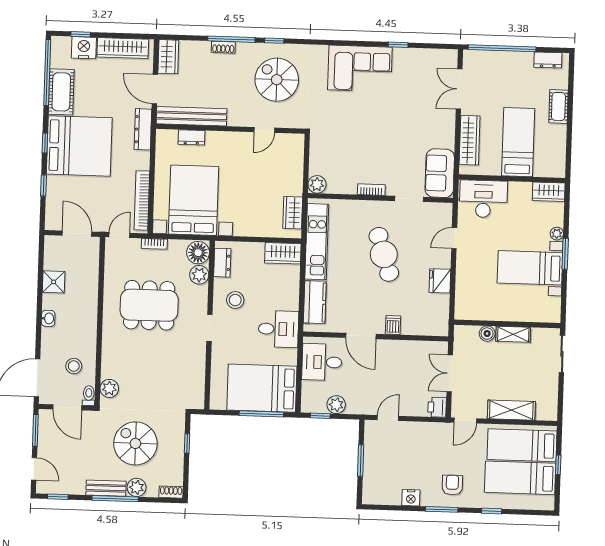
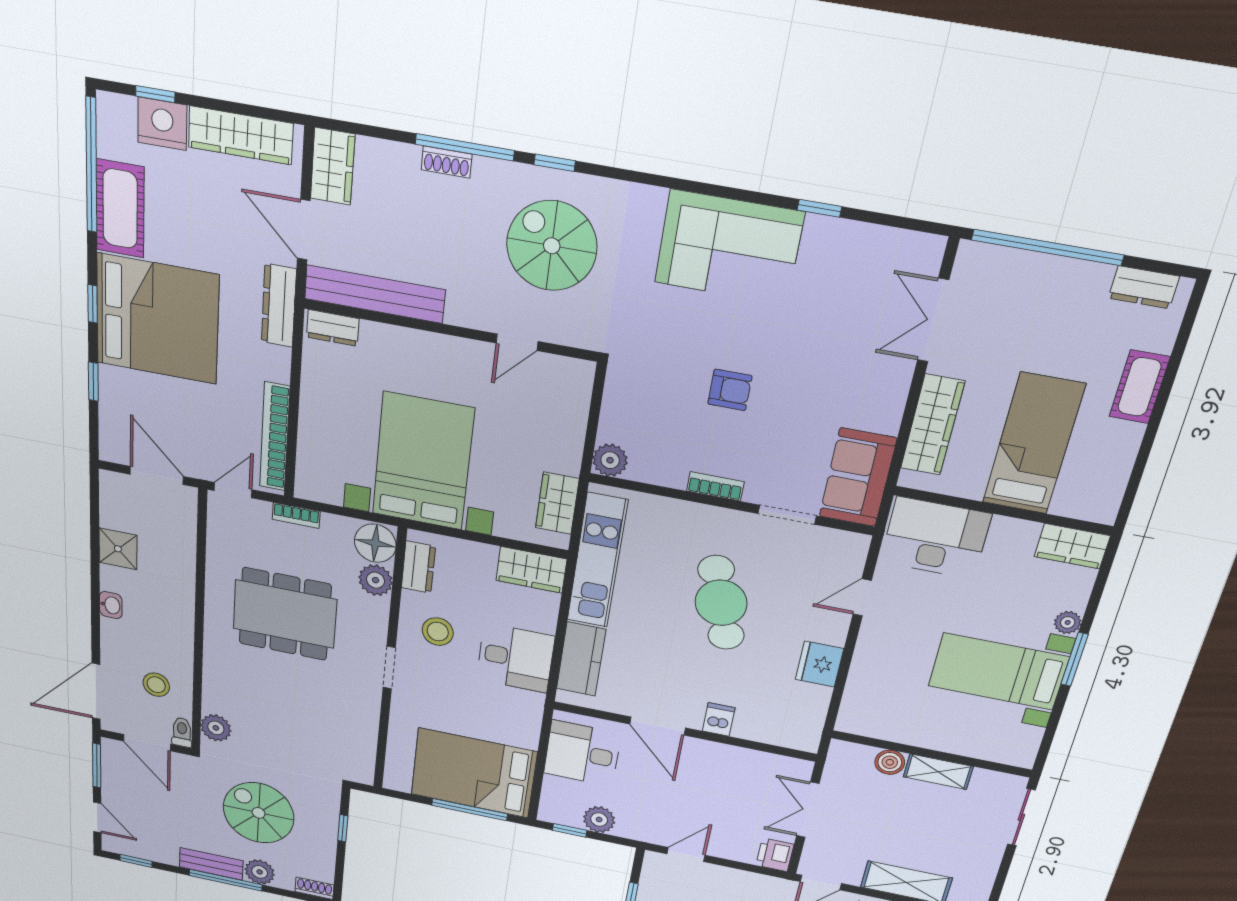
dresser: (191, 137) -> (333, 328), moved
armchair: (371, 138) -> (730, 390), added
bed with nightstands: (194, 200) -> (423, 461), moved
desk: (278, 329) -> (515, 658), moved

